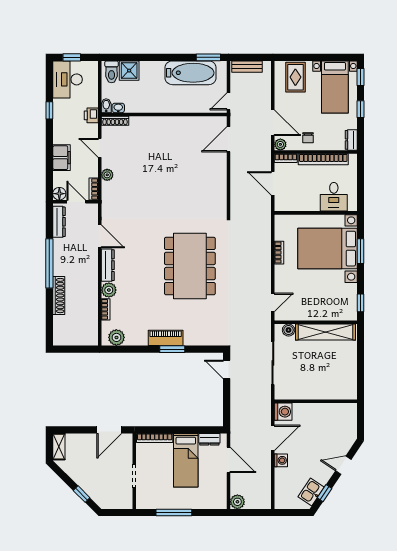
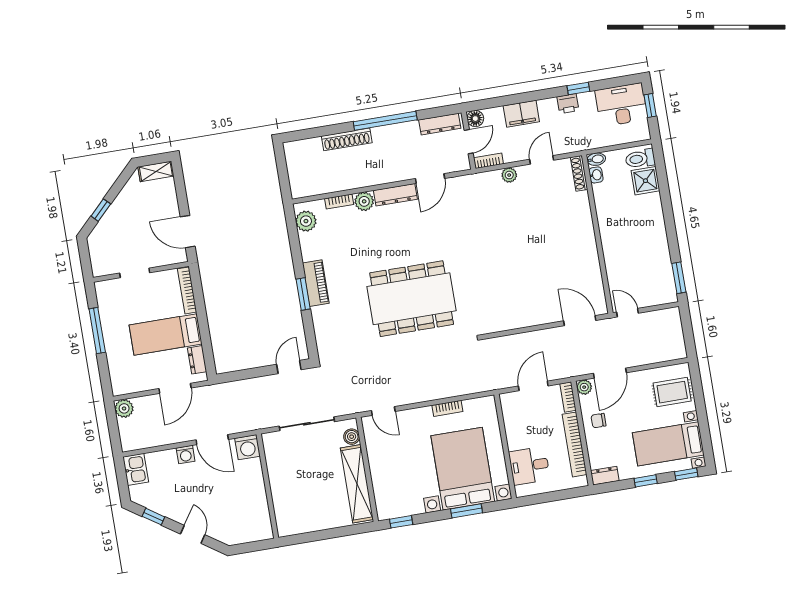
bench: (247, 67) -> (675, 328), removed
bathtub: (191, 73) -> (656, 259), removed
printer: (91, 115) -> (568, 104), moved, turned 180
kitchen sink: (311, 492) -> (136, 469), moved, turned 56

